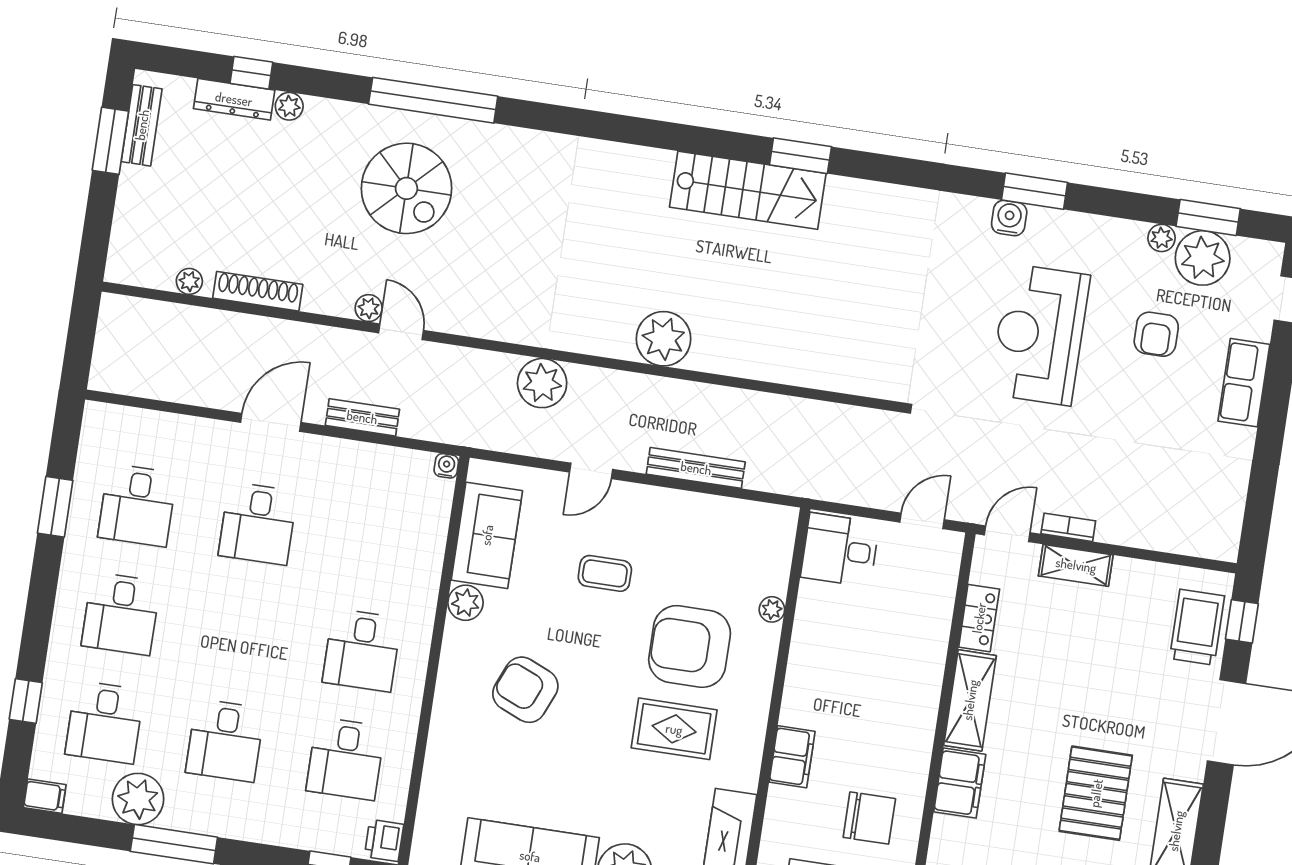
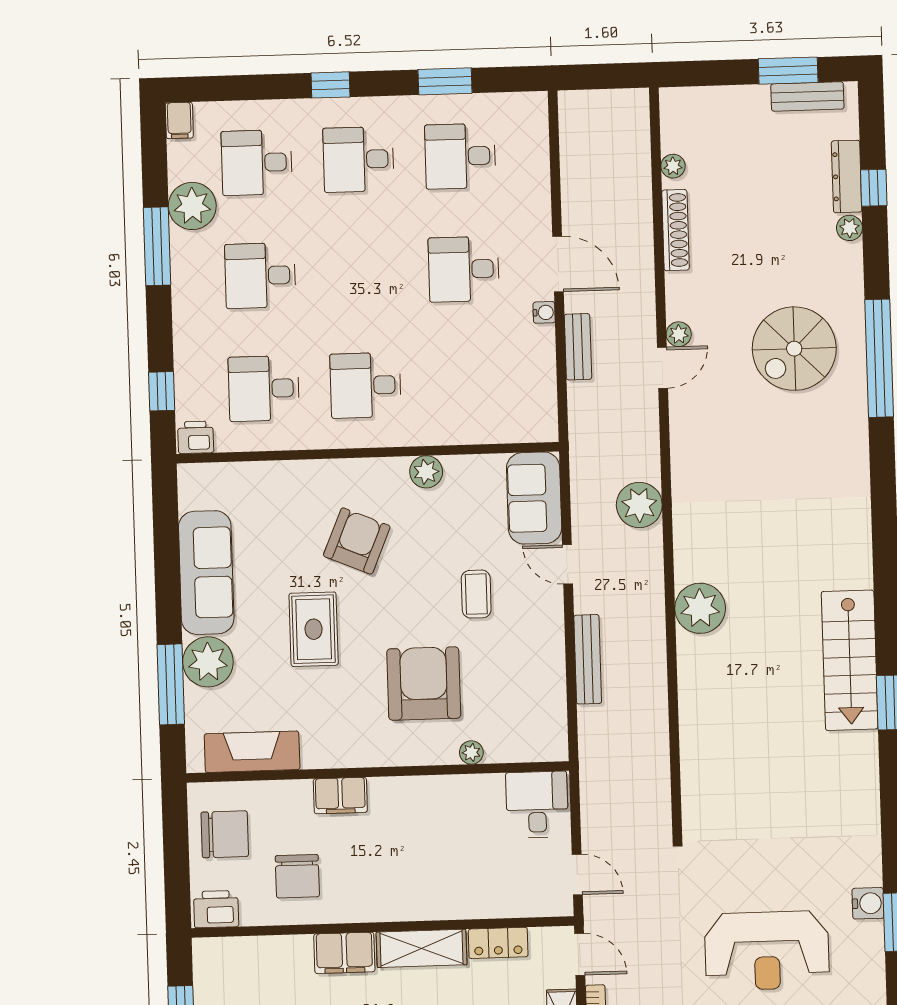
reception desk: (1040, 335) -> (767, 951), turned 180
water cooler: (446, 466) -> (544, 312), moved
sofa: (487, 535) -> (534, 498), moved, turned 90
window: (26, 701) -> (331, 85), moved
rug: (674, 729) -> (314, 629), moved

